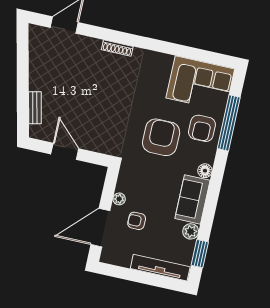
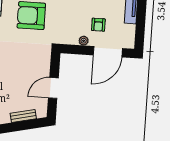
door: (100, 228) -> (108, 52), hinge flipped

